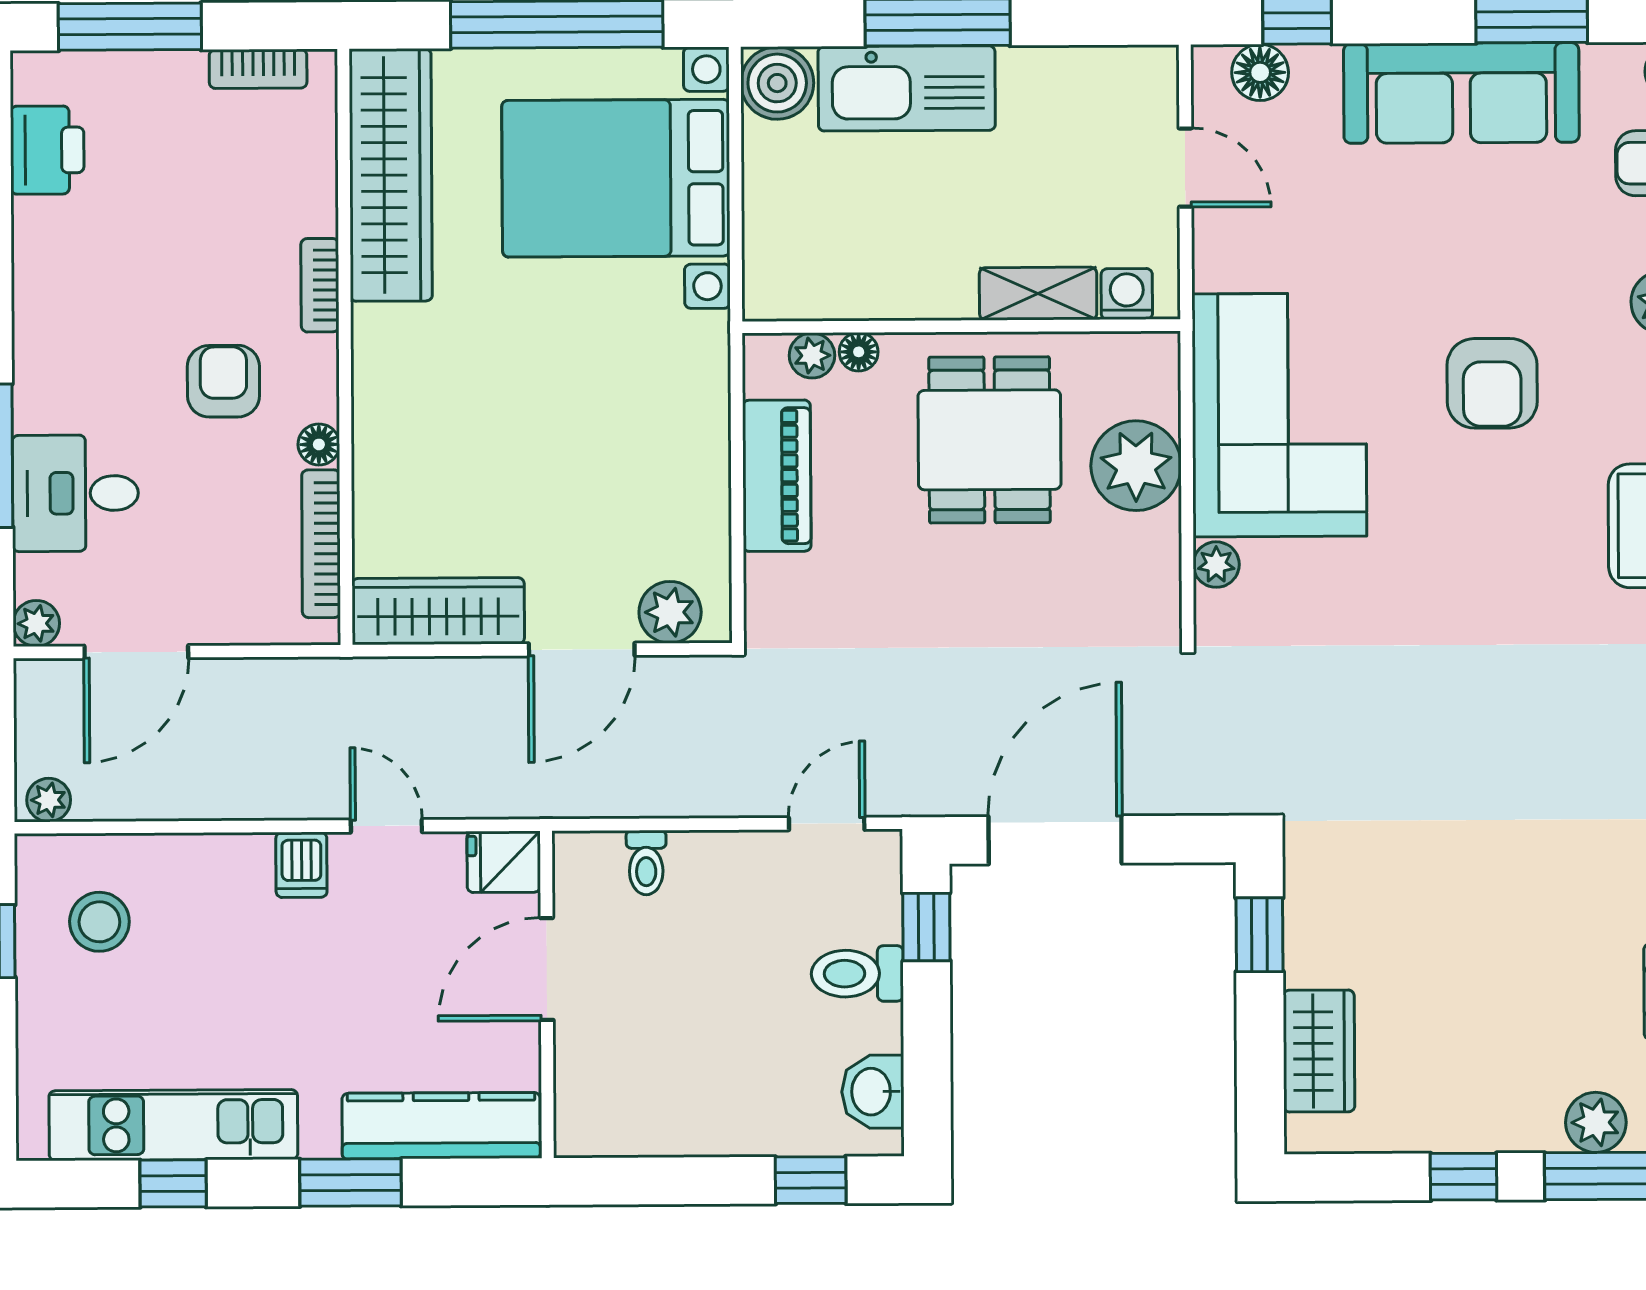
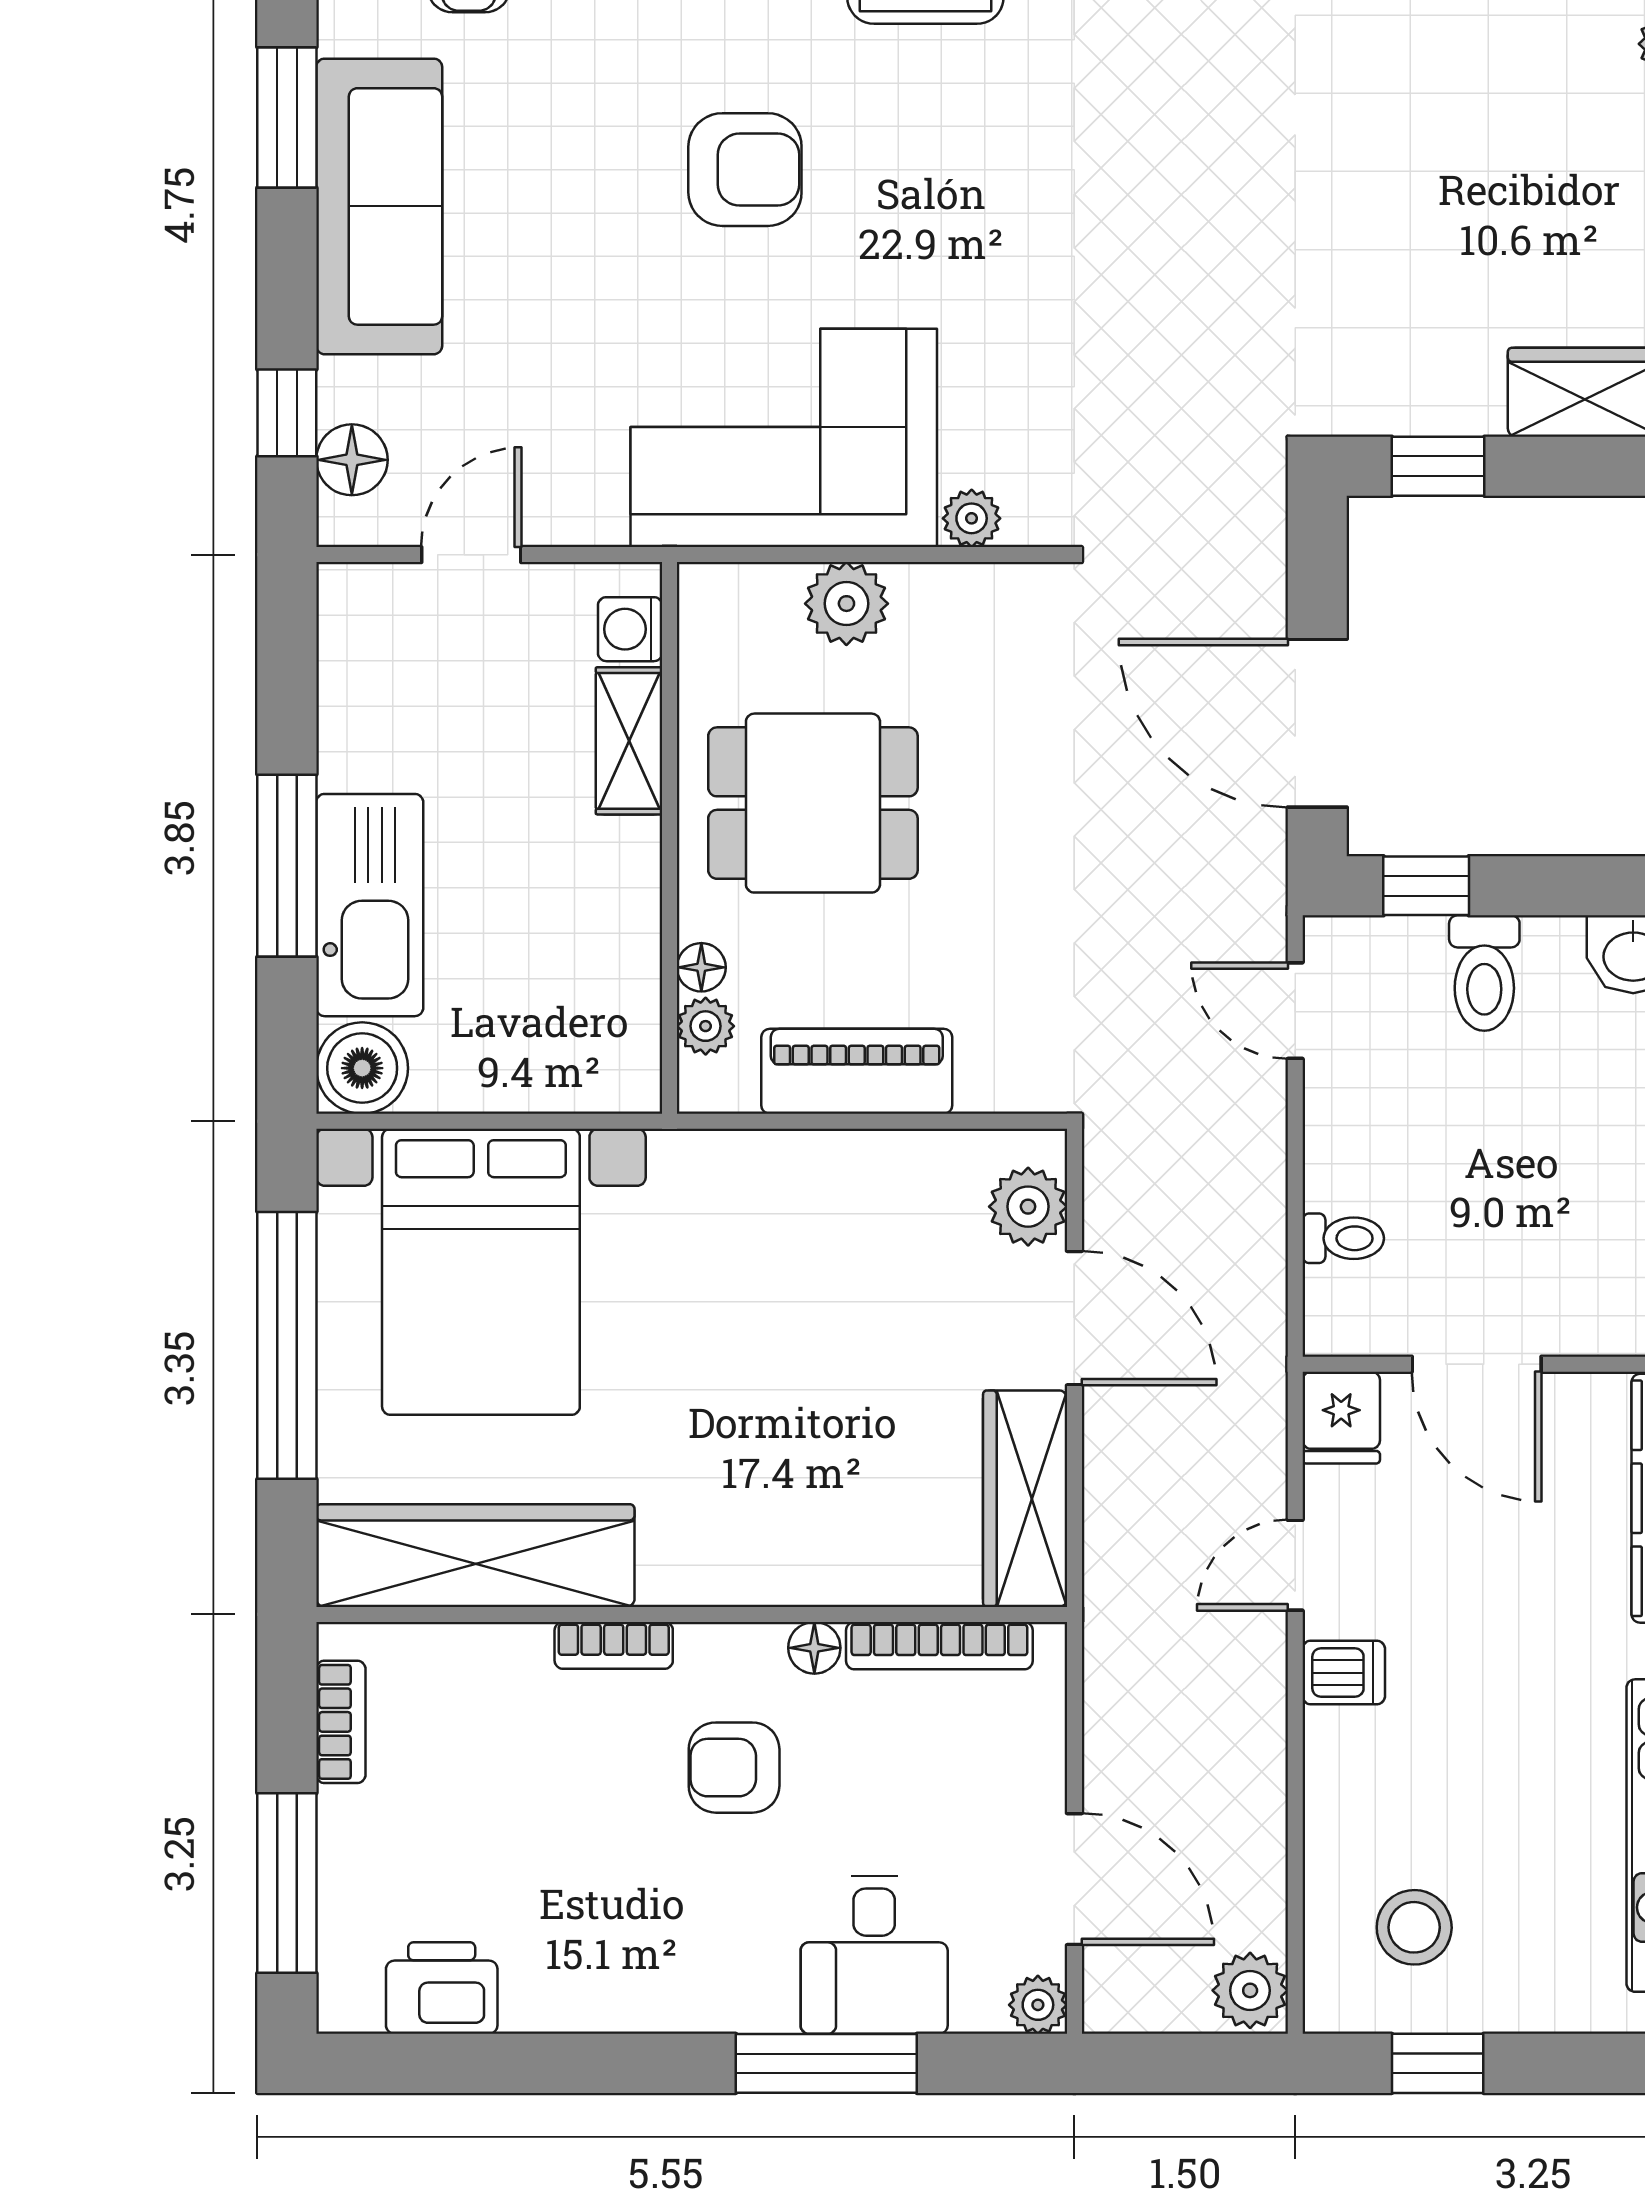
plant: (1136, 466) -> (846, 604), width x0.73, depth x0.73
plant: (49, 800) -> (1250, 1990), width x1.37, depth x1.37

